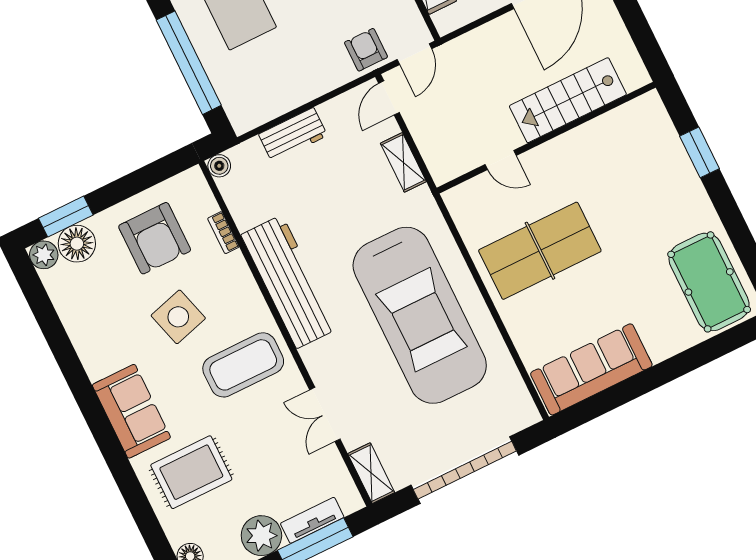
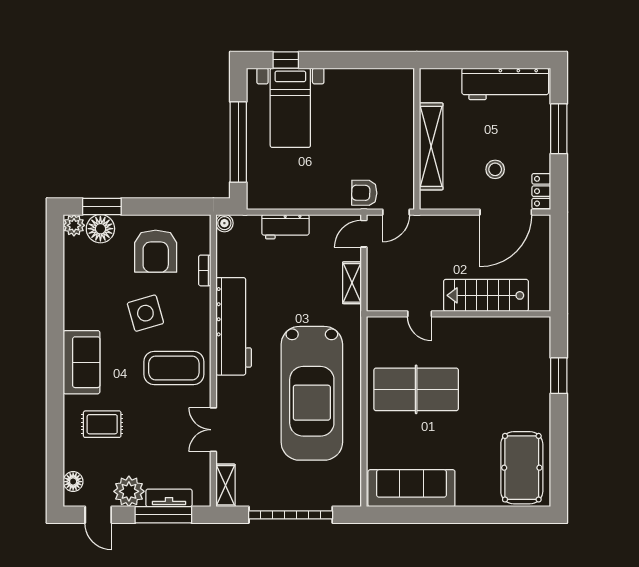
armchair: (366, 50) -> (364, 193), turned -89
rug: (191, 472) -> (102, 424), width x0.73, depth x0.70

